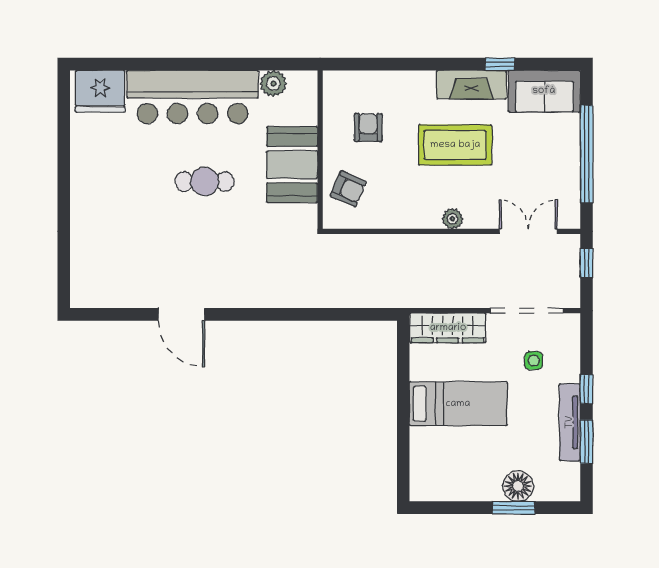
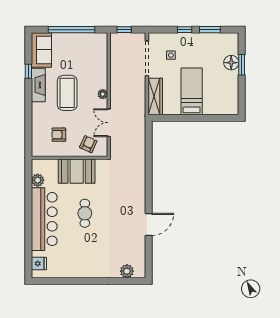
fridge: (100, 91) -> (39, 264), width x0.53, depth x0.75
double door: (528, 231) -> (109, 123), moved
plant: (84, 269) -> (127, 271), added
tv unit: (570, 422) -> (201, 38), removed

